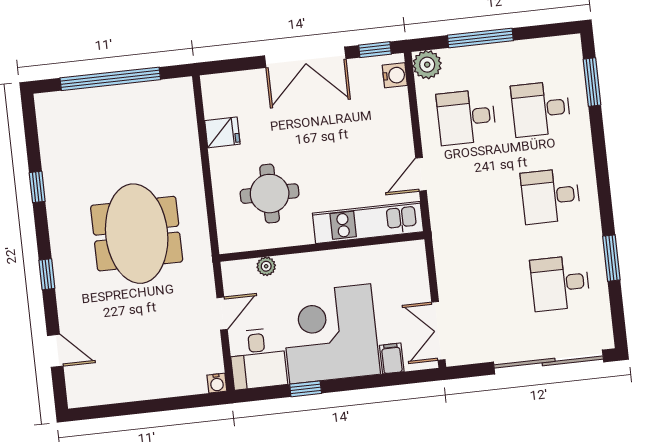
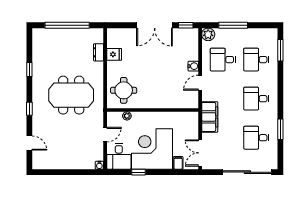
water cooler: (395, 75) -> (193, 66), moved
dresser: (187, 132) -> (99, 52), added
round table: (270, 194) -> (124, 90), moved
kitchen unit: (368, 222) -> (174, 101), removed
meeting table: (137, 234) -> (71, 95), turned 90
filing cabinet: (451, 248) -> (210, 117), added

